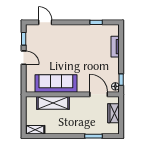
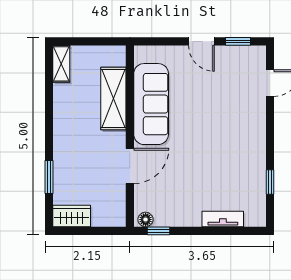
door: (24, 58) -> (201, 41), hinge flipped
door: (99, 94) -> (130, 166), moved
wardrobe: (114, 113) -> (72, 216), moved

